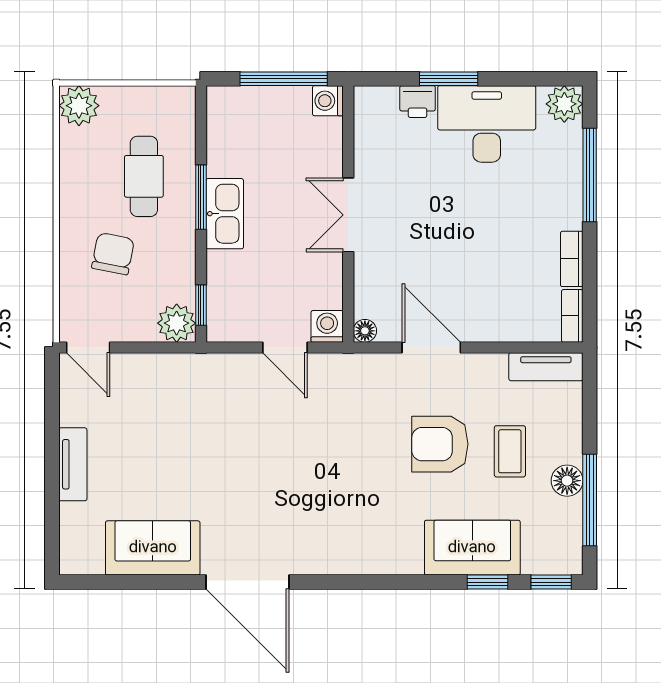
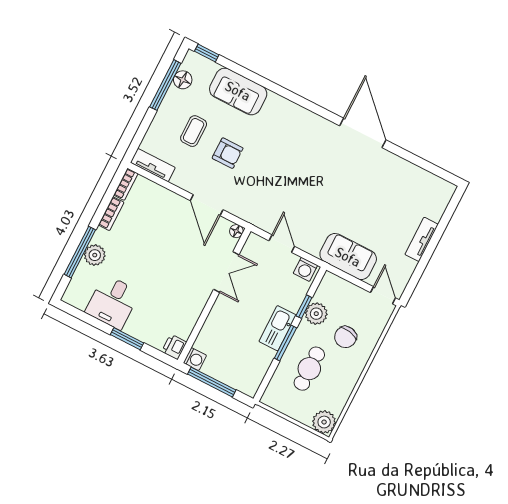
printer: (418, 102) -> (174, 347), moved, turned -90
plant: (564, 104) -> (95, 255), moved
desk: (487, 124) -> (113, 302), width x0.73
double door: (348, 215) -> (226, 272), moved
window: (201, 305) -> (304, 307), moved
plant: (177, 323) -> (316, 314), moved
washing machine: (327, 326) -> (305, 269), moved
armchair: (440, 444) -> (228, 153), width x0.72, depth x0.72
floor lamp: (567, 481) -> (183, 80), moved
sofa: (153, 548) -> (348, 257), moved, turned 180
window: (487, 582) -> (239, 70), removed

